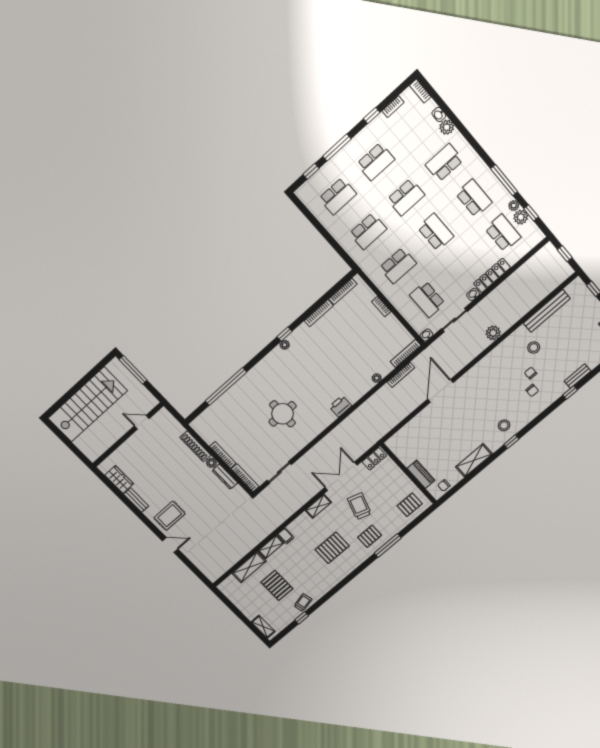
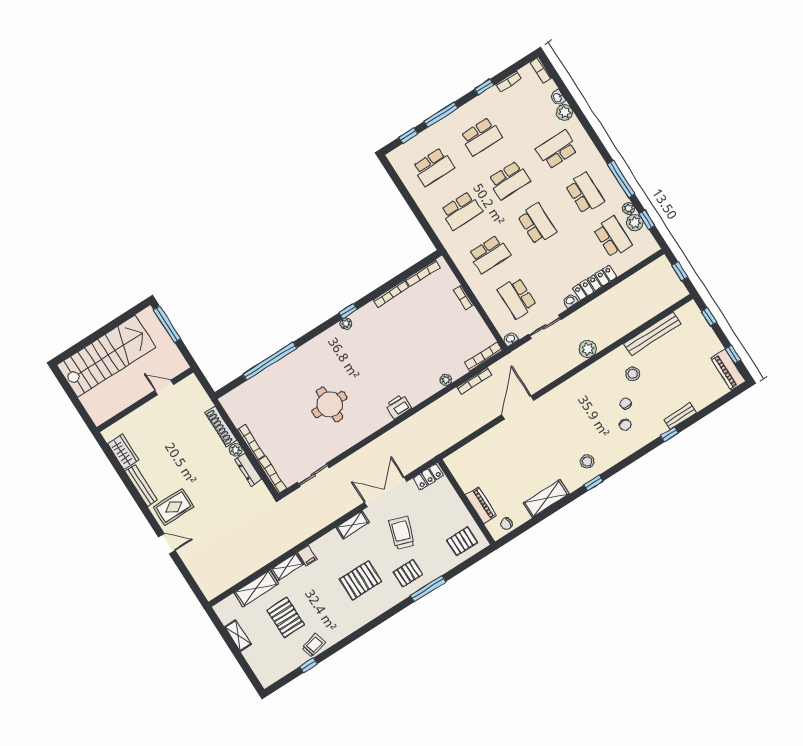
bench: (136, 500) -> (141, 486), width x1.36
shelving: (263, 627) -> (238, 636), moved

